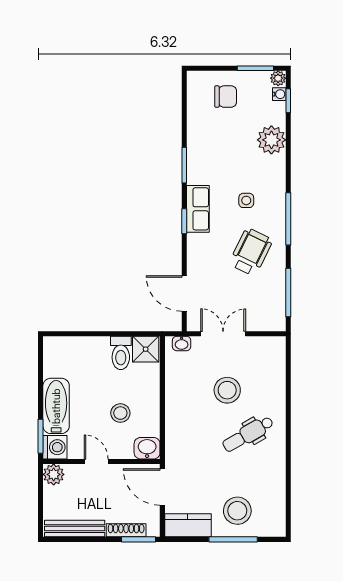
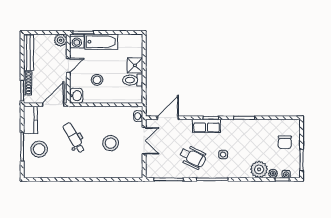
plant: (278, 78) -> (273, 173), moved
row of seats: (198, 209) -> (206, 126), moved
shower: (146, 349) -> (135, 65), moved
dental chair: (248, 434) -> (74, 138), moved

